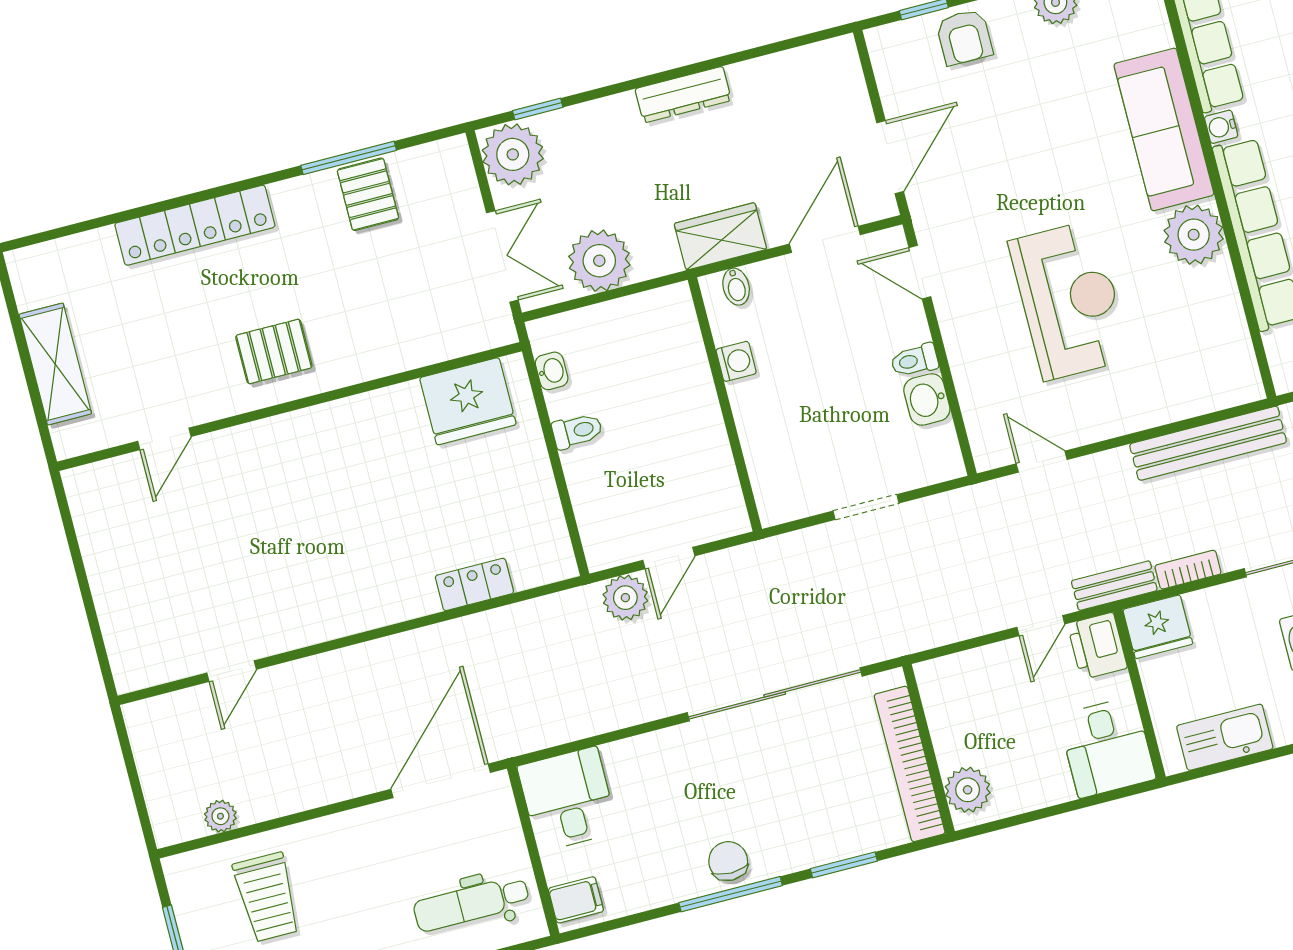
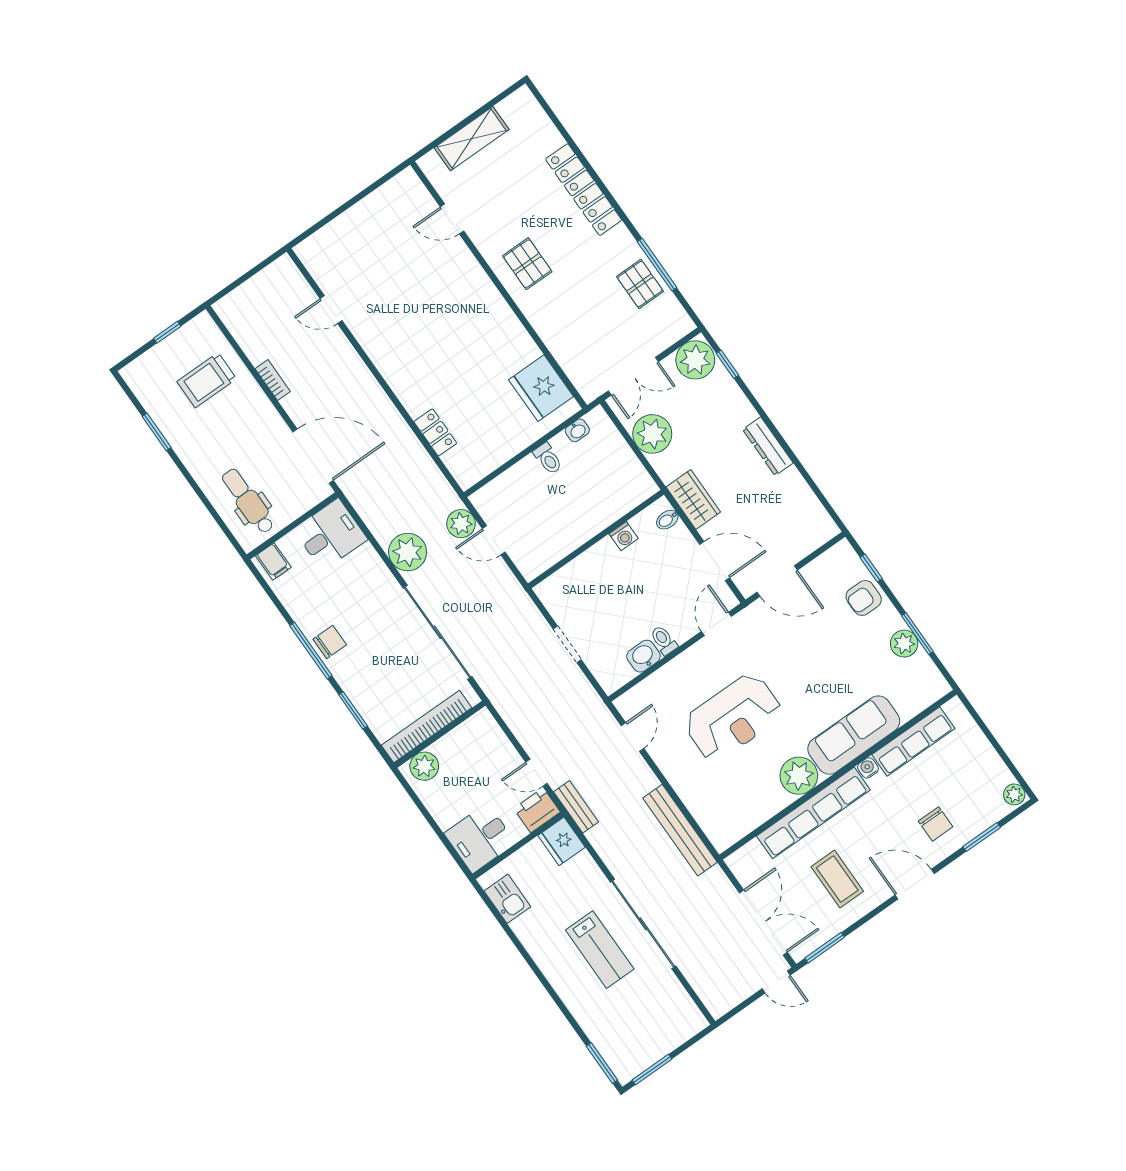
pallet: (368, 194) -> (640, 284), turned 90
bookcase: (1188, 570) -> (273, 380), moved
kitchen sink: (1225, 737) -> (507, 899), width x0.73
plant: (220, 816) -> (408, 552), moved, width x1.87, depth x1.87

